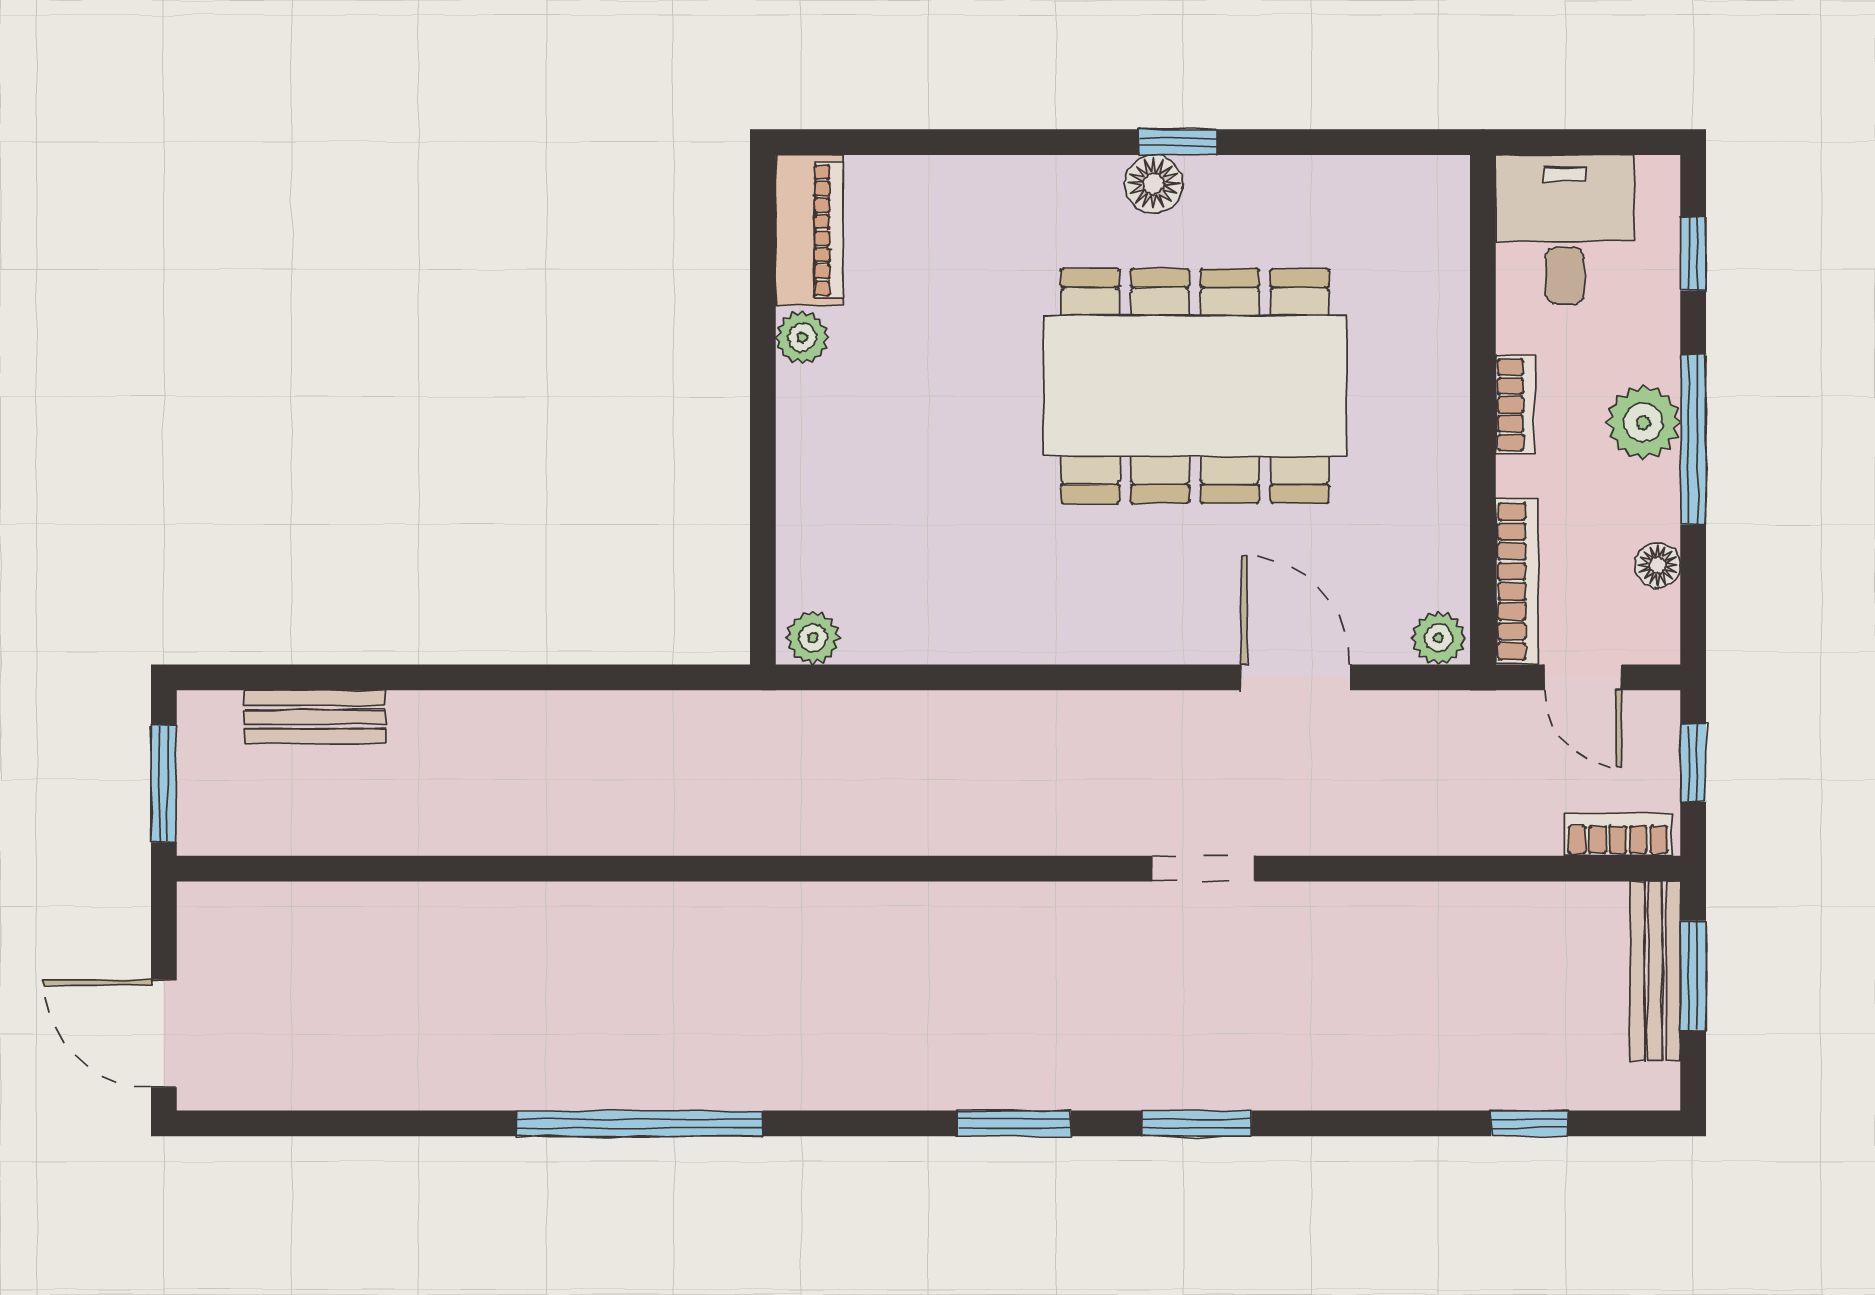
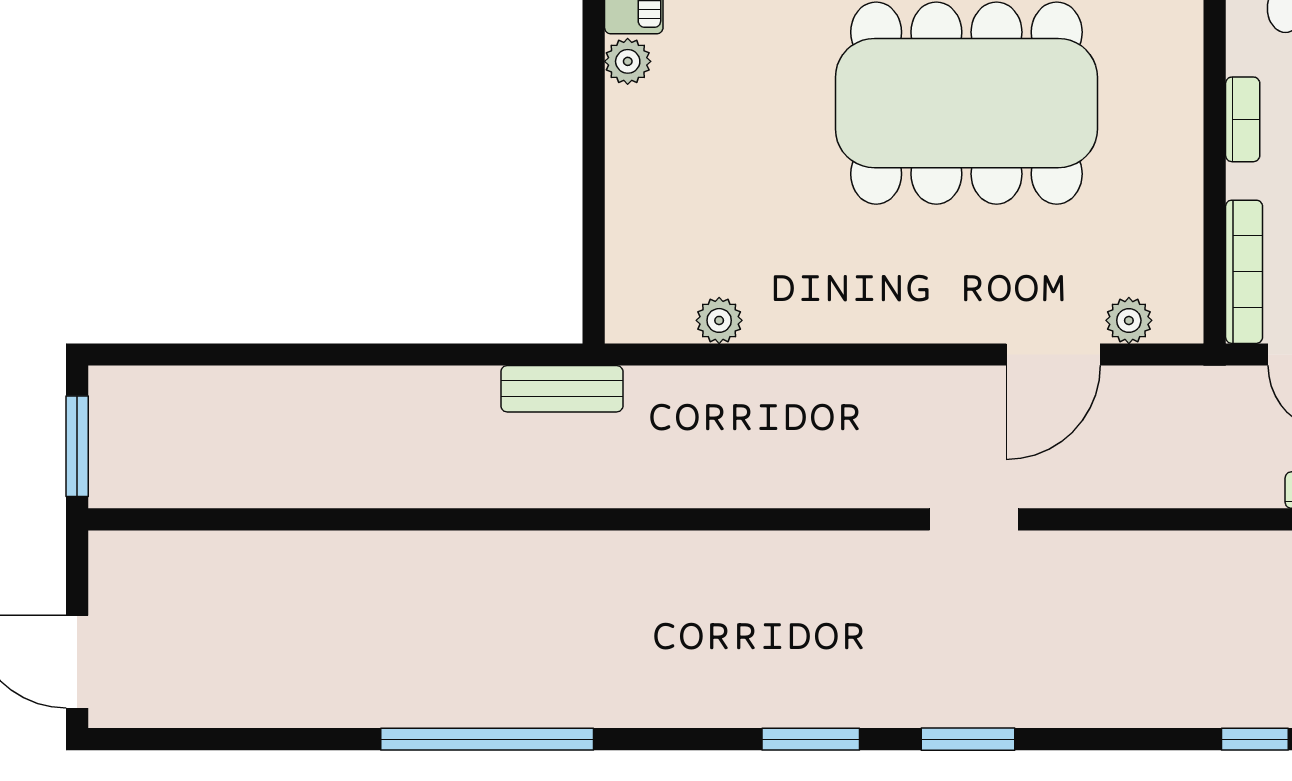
plant: (813, 638) -> (719, 320), moved
plant: (1438, 638) -> (1129, 320), moved
door: (1295, 677) -> (1053, 355), swing flipped
bench: (315, 717) -> (562, 389), moved

